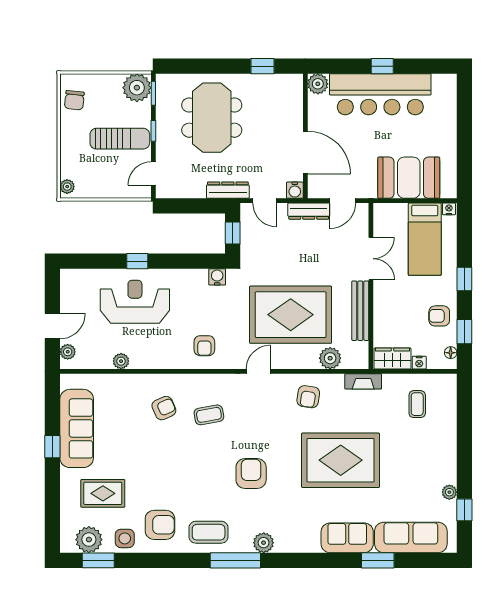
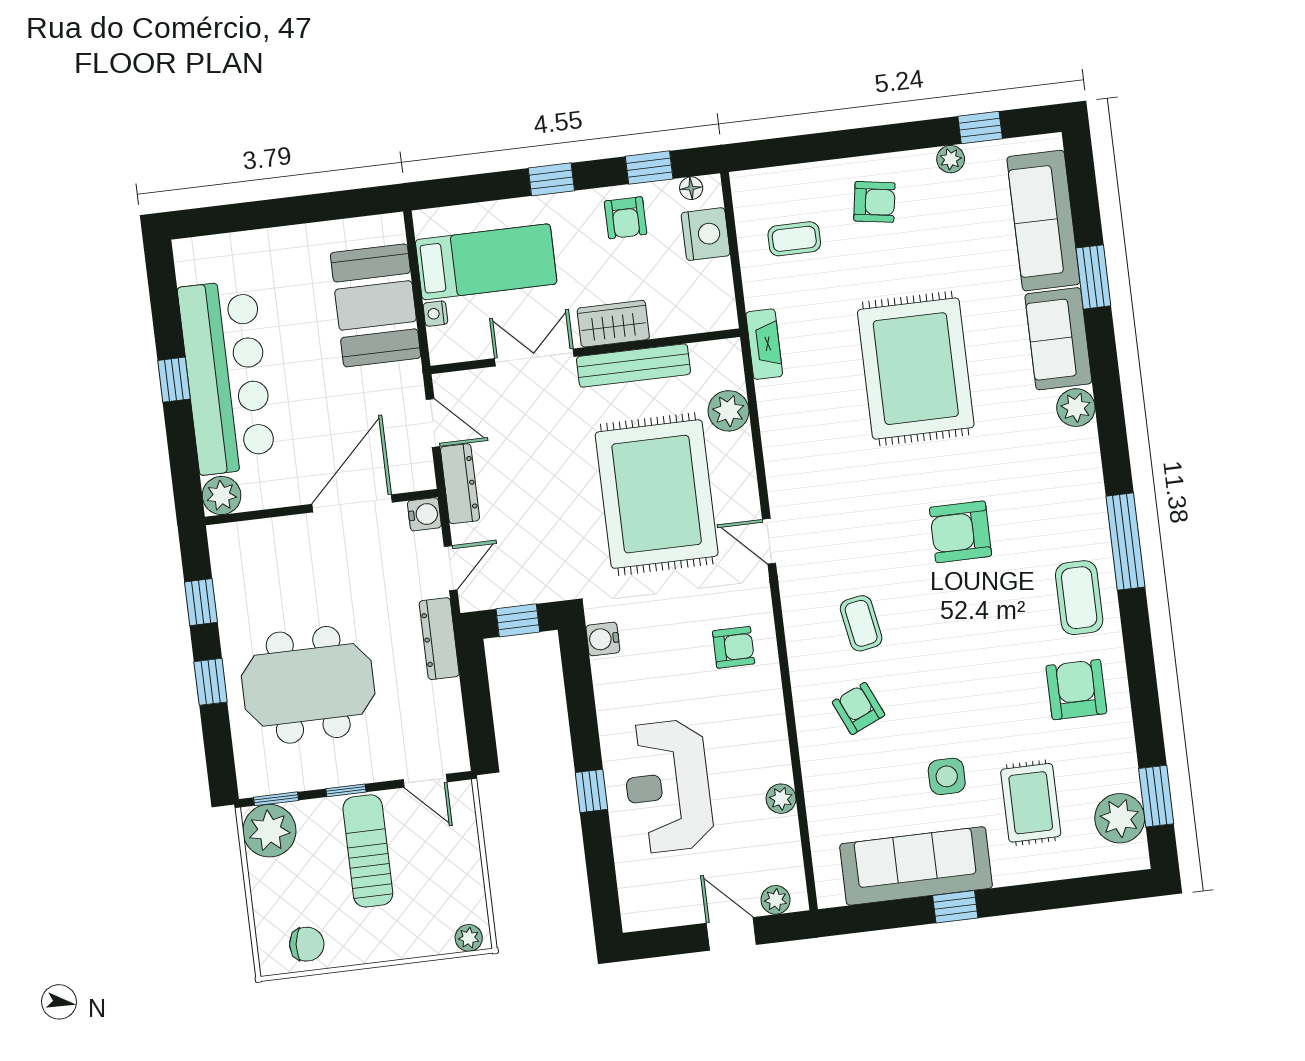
window: (220, 66) -> (211, 682), added
nightstand: (449, 209) -> (435, 314), moved
wardrobe: (392, 358) -> (613, 324), moved, turned 90
nightstand: (419, 363) -> (706, 234), width x1.89, depth x1.79
armchair: (308, 397) -> (874, 202), moved
side table: (125, 538) -> (947, 776), moved
plant: (264, 543) -> (1076, 408), moved

